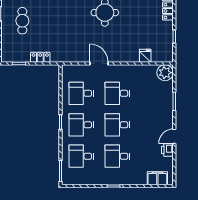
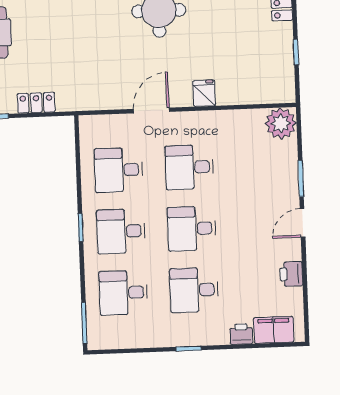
fridge: (145, 56) -> (204, 93), moved
door: (99, 64) -> (151, 110), hinge flipped
door: (174, 136) -> (303, 223), moved
printer: (141, 180) -> (241, 334), added

